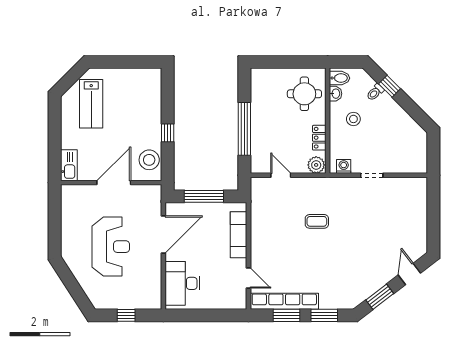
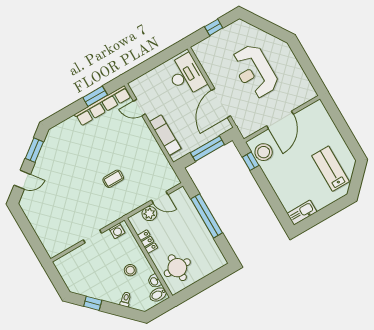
window: (390, 86) -> (93, 303), moved
window: (168, 133) -> (251, 161), moved
kitchen sink: (69, 165) -> (302, 213), moved, turned 90
plant: (316, 165) -> (149, 214), moved
door: (409, 274) -> (22, 180), hinge flipped
window: (324, 315) -> (67, 113), removed

